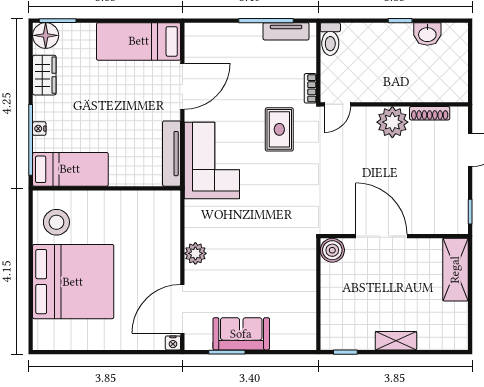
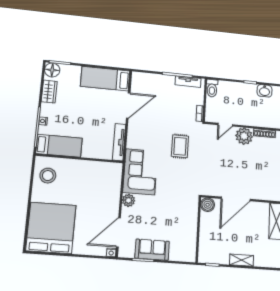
door: (337, 104) -> (225, 125), moved
rug: (279, 129) -> (180, 146), moved
corner sofa: (212, 160) -> (140, 172), moved
door: (381, 236) -> (236, 199), swing flipped
bed: (73, 282) -> (51, 228), moved, turned -90

